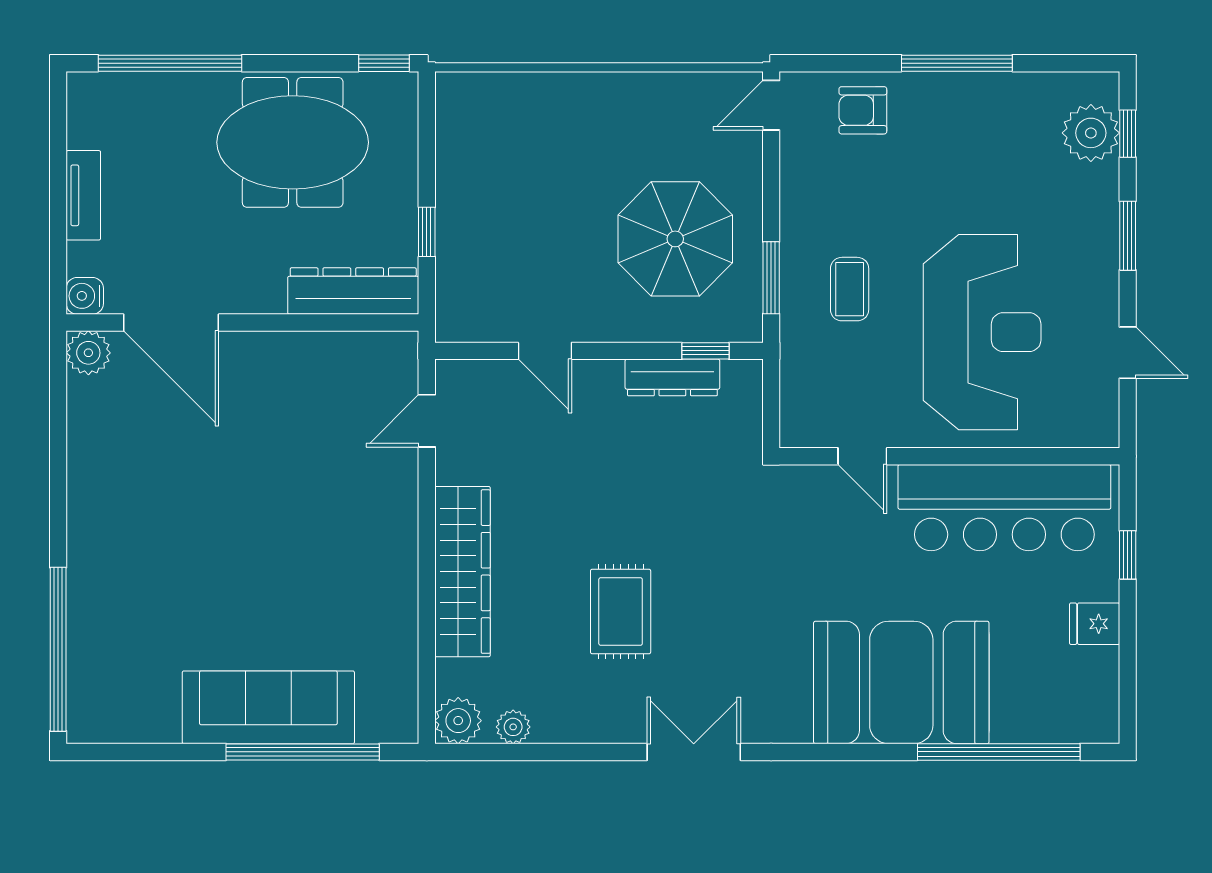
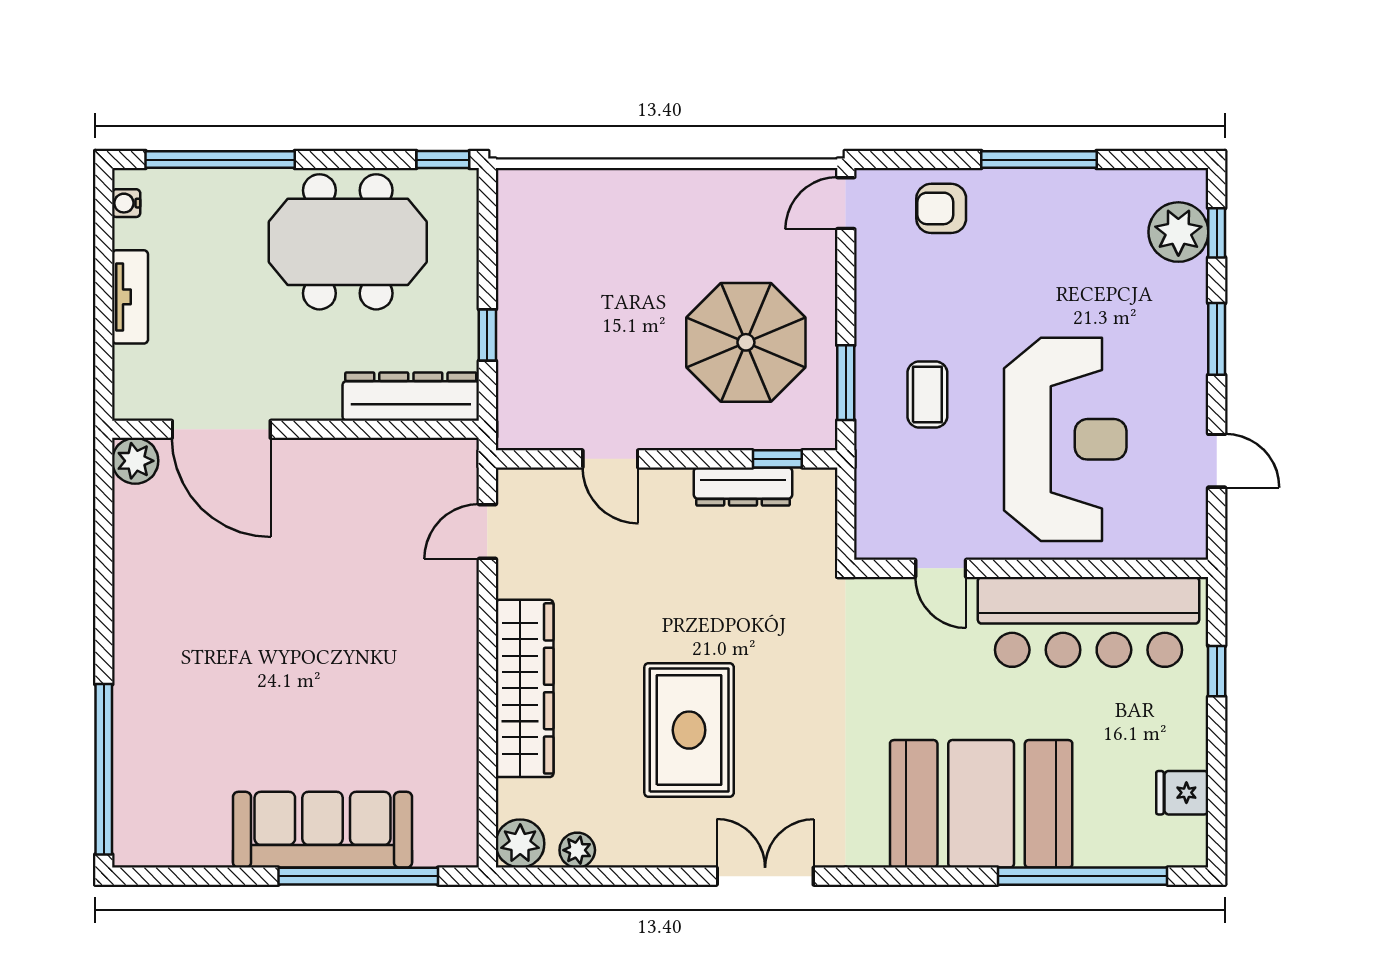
water cooler: (85, 296) -> (126, 203), moved, width x0.72, depth x0.72
rug: (621, 612) -> (689, 730), width x1.36, depth x1.43
fridge: (1095, 624) -> (1182, 793), moved

